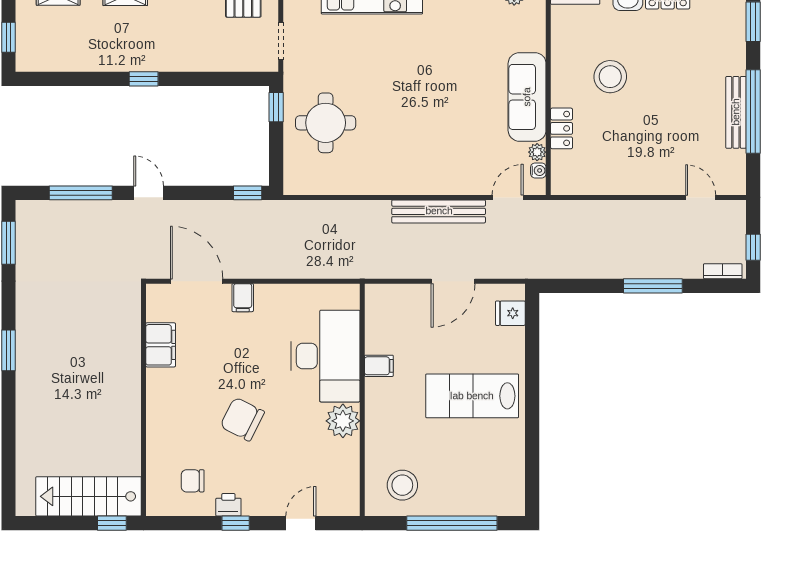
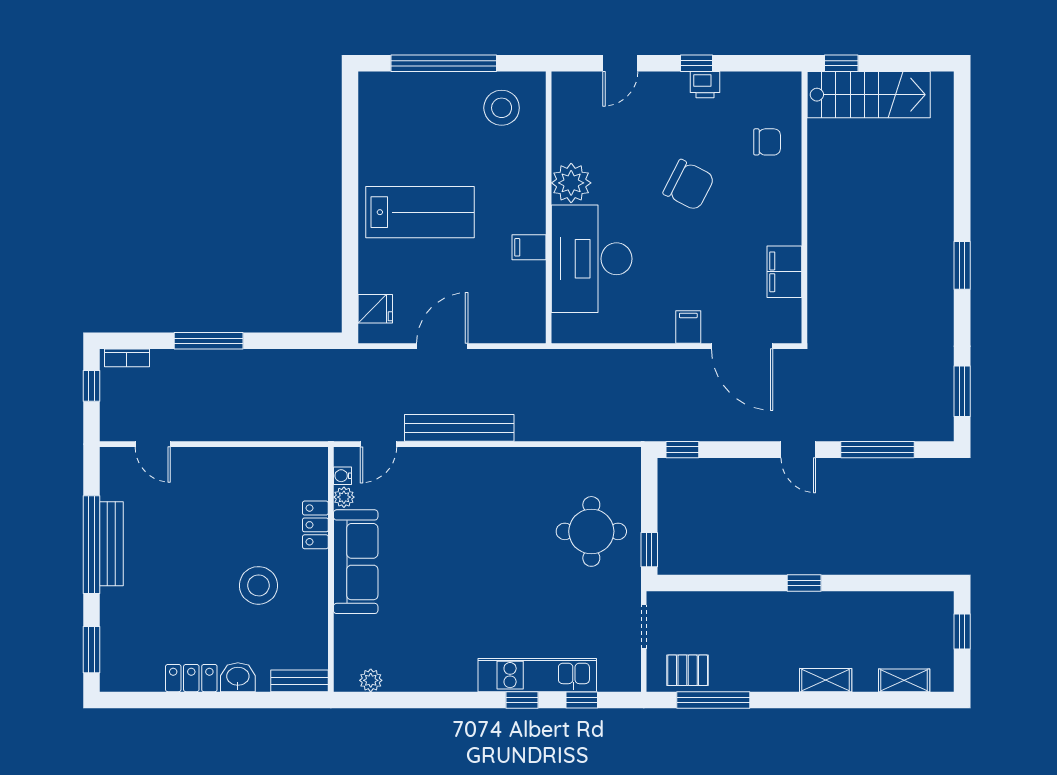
chair: (193, 481) -> (767, 142), moved

